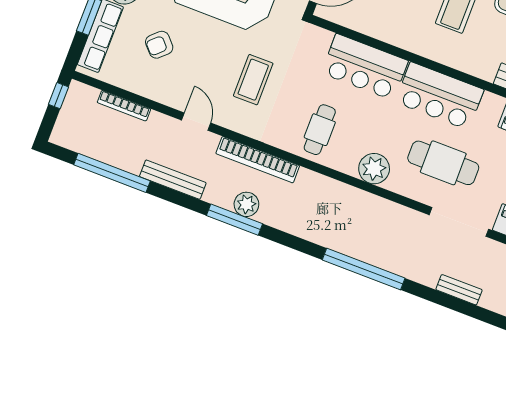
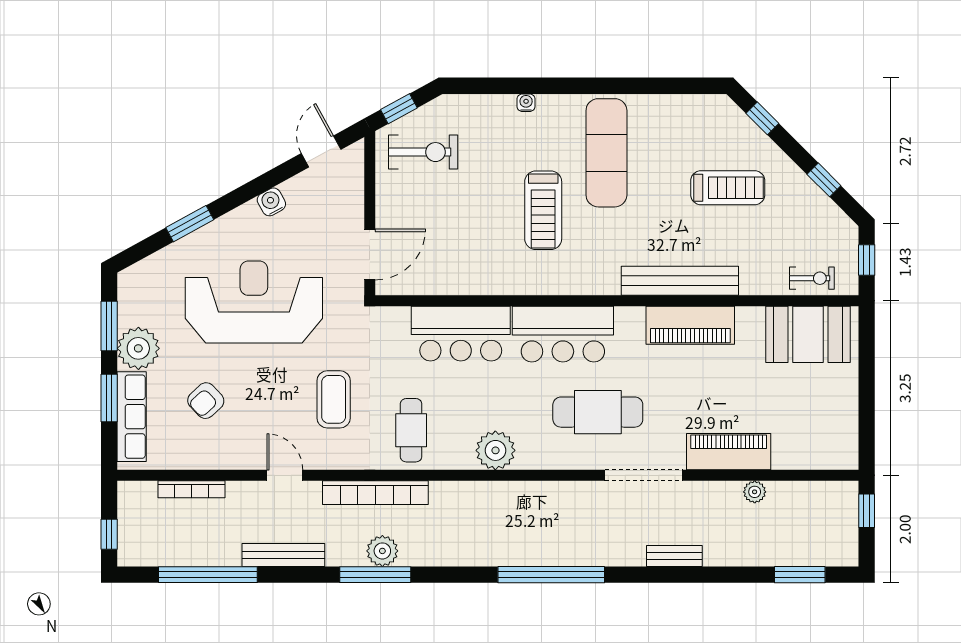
window: (59, 96) -> (109, 534), moved
cafe table: (320, 130) -> (411, 430), moved
plant: (374, 169) -> (495, 450), moved

